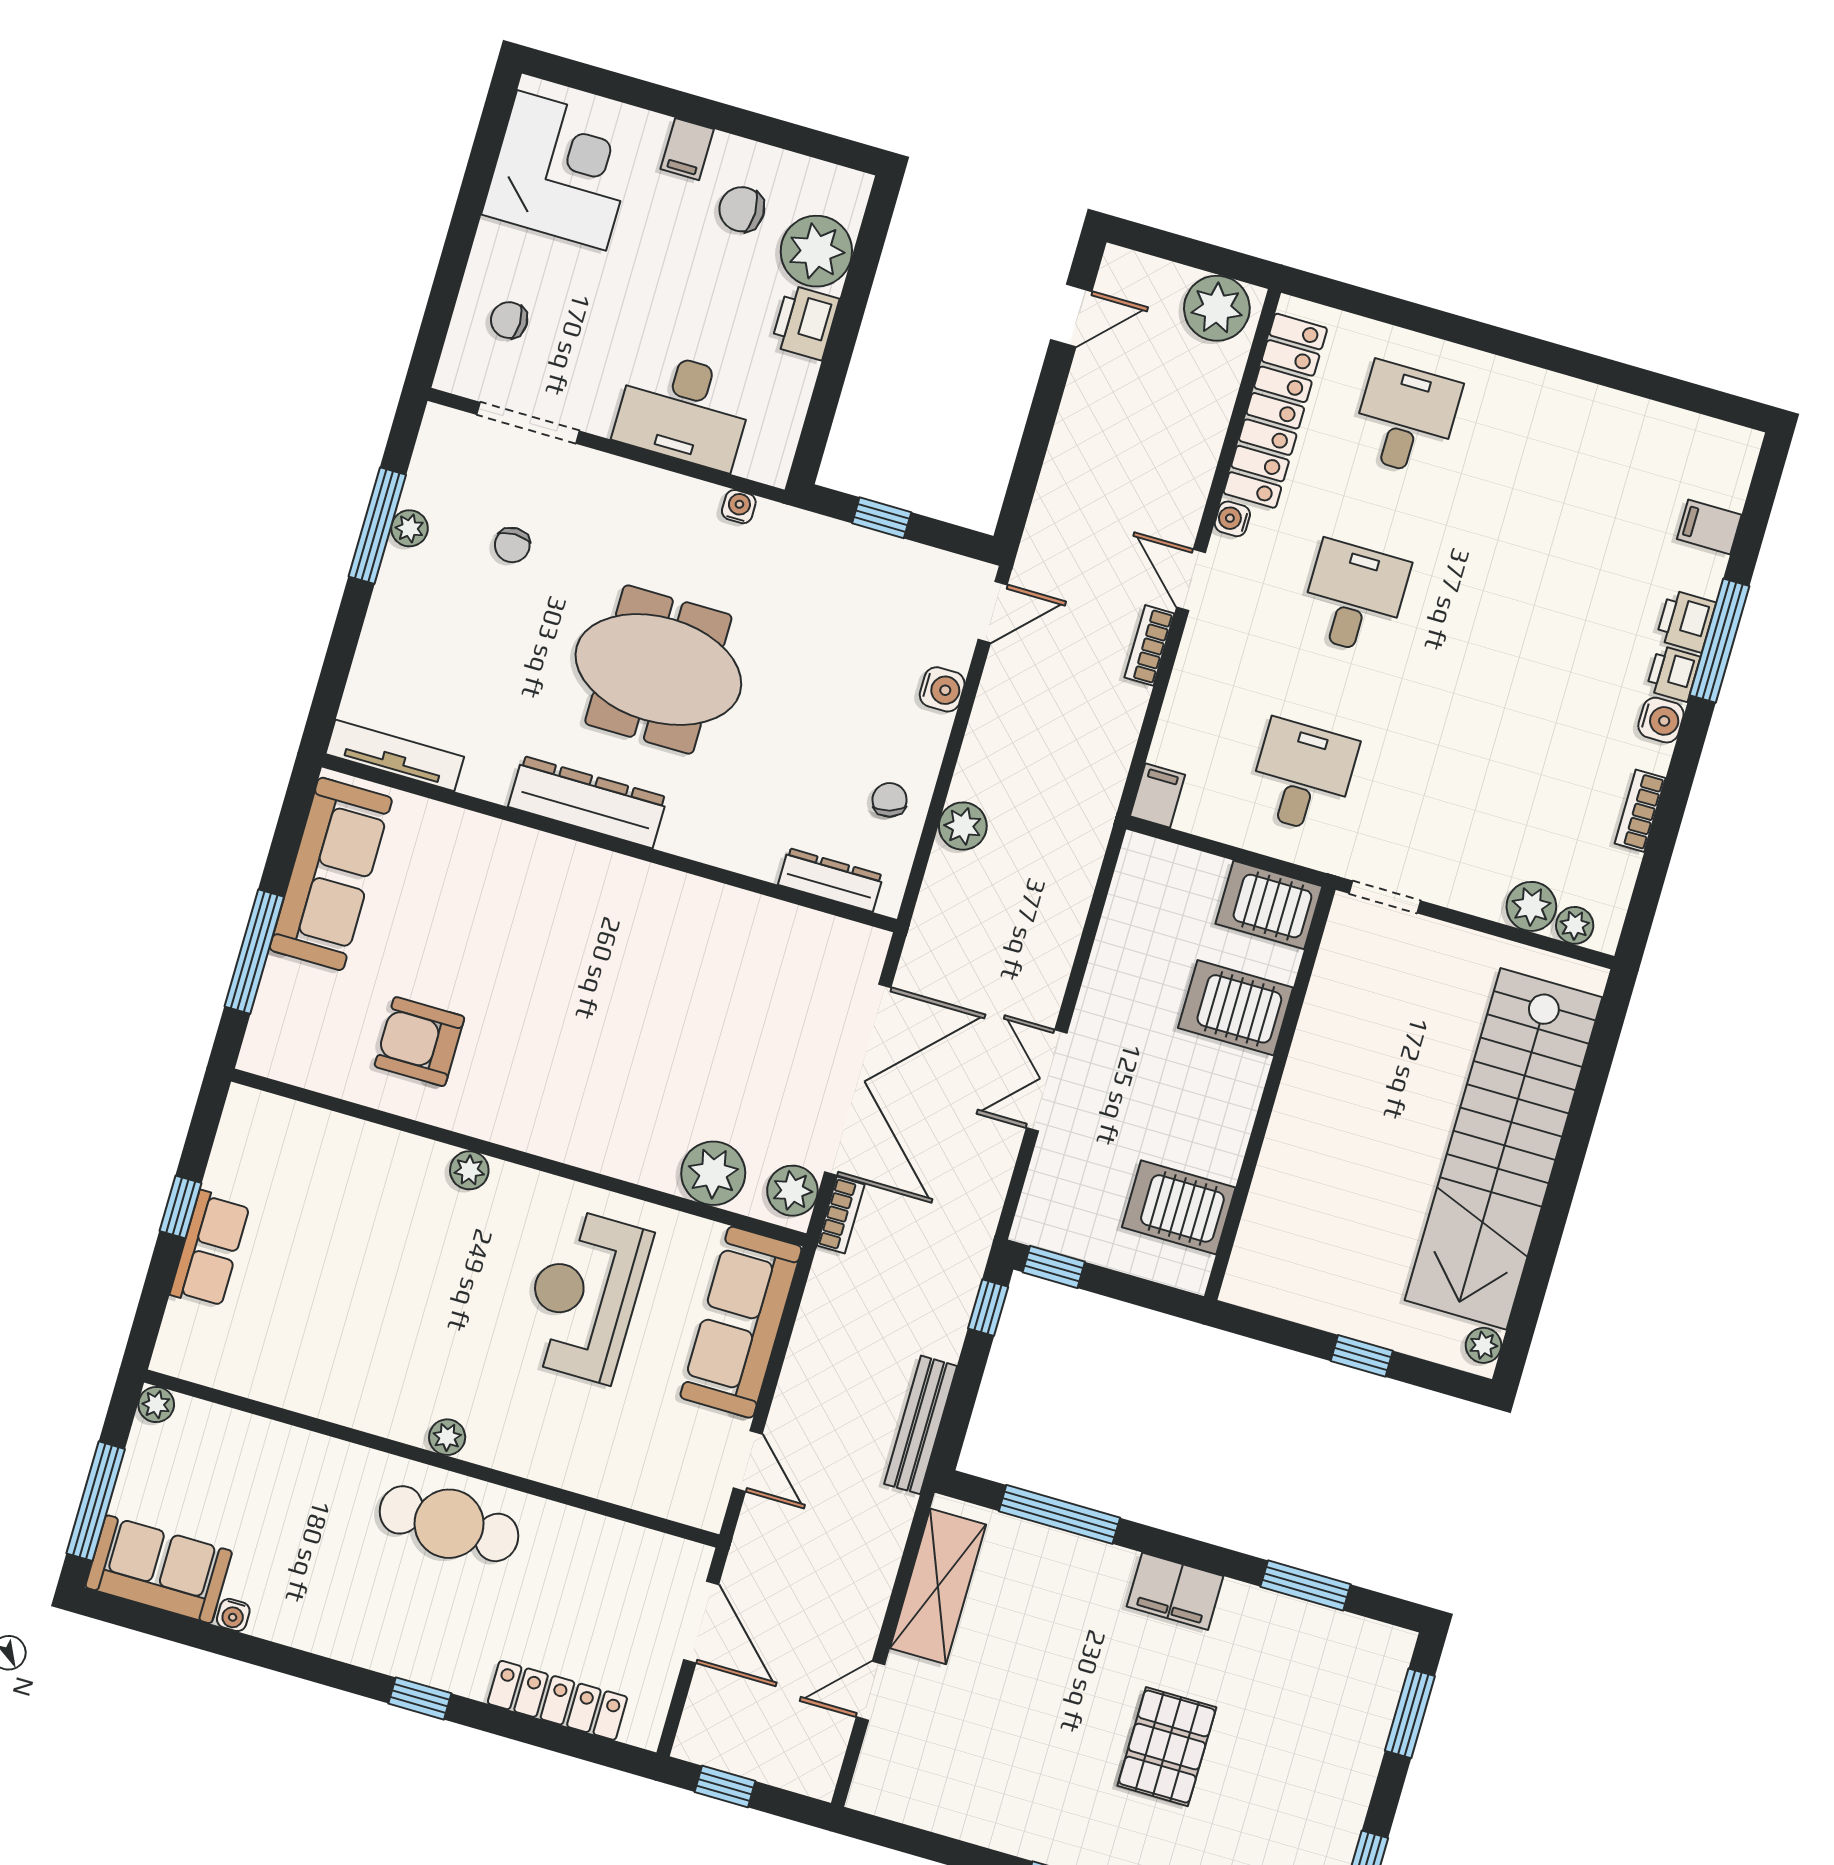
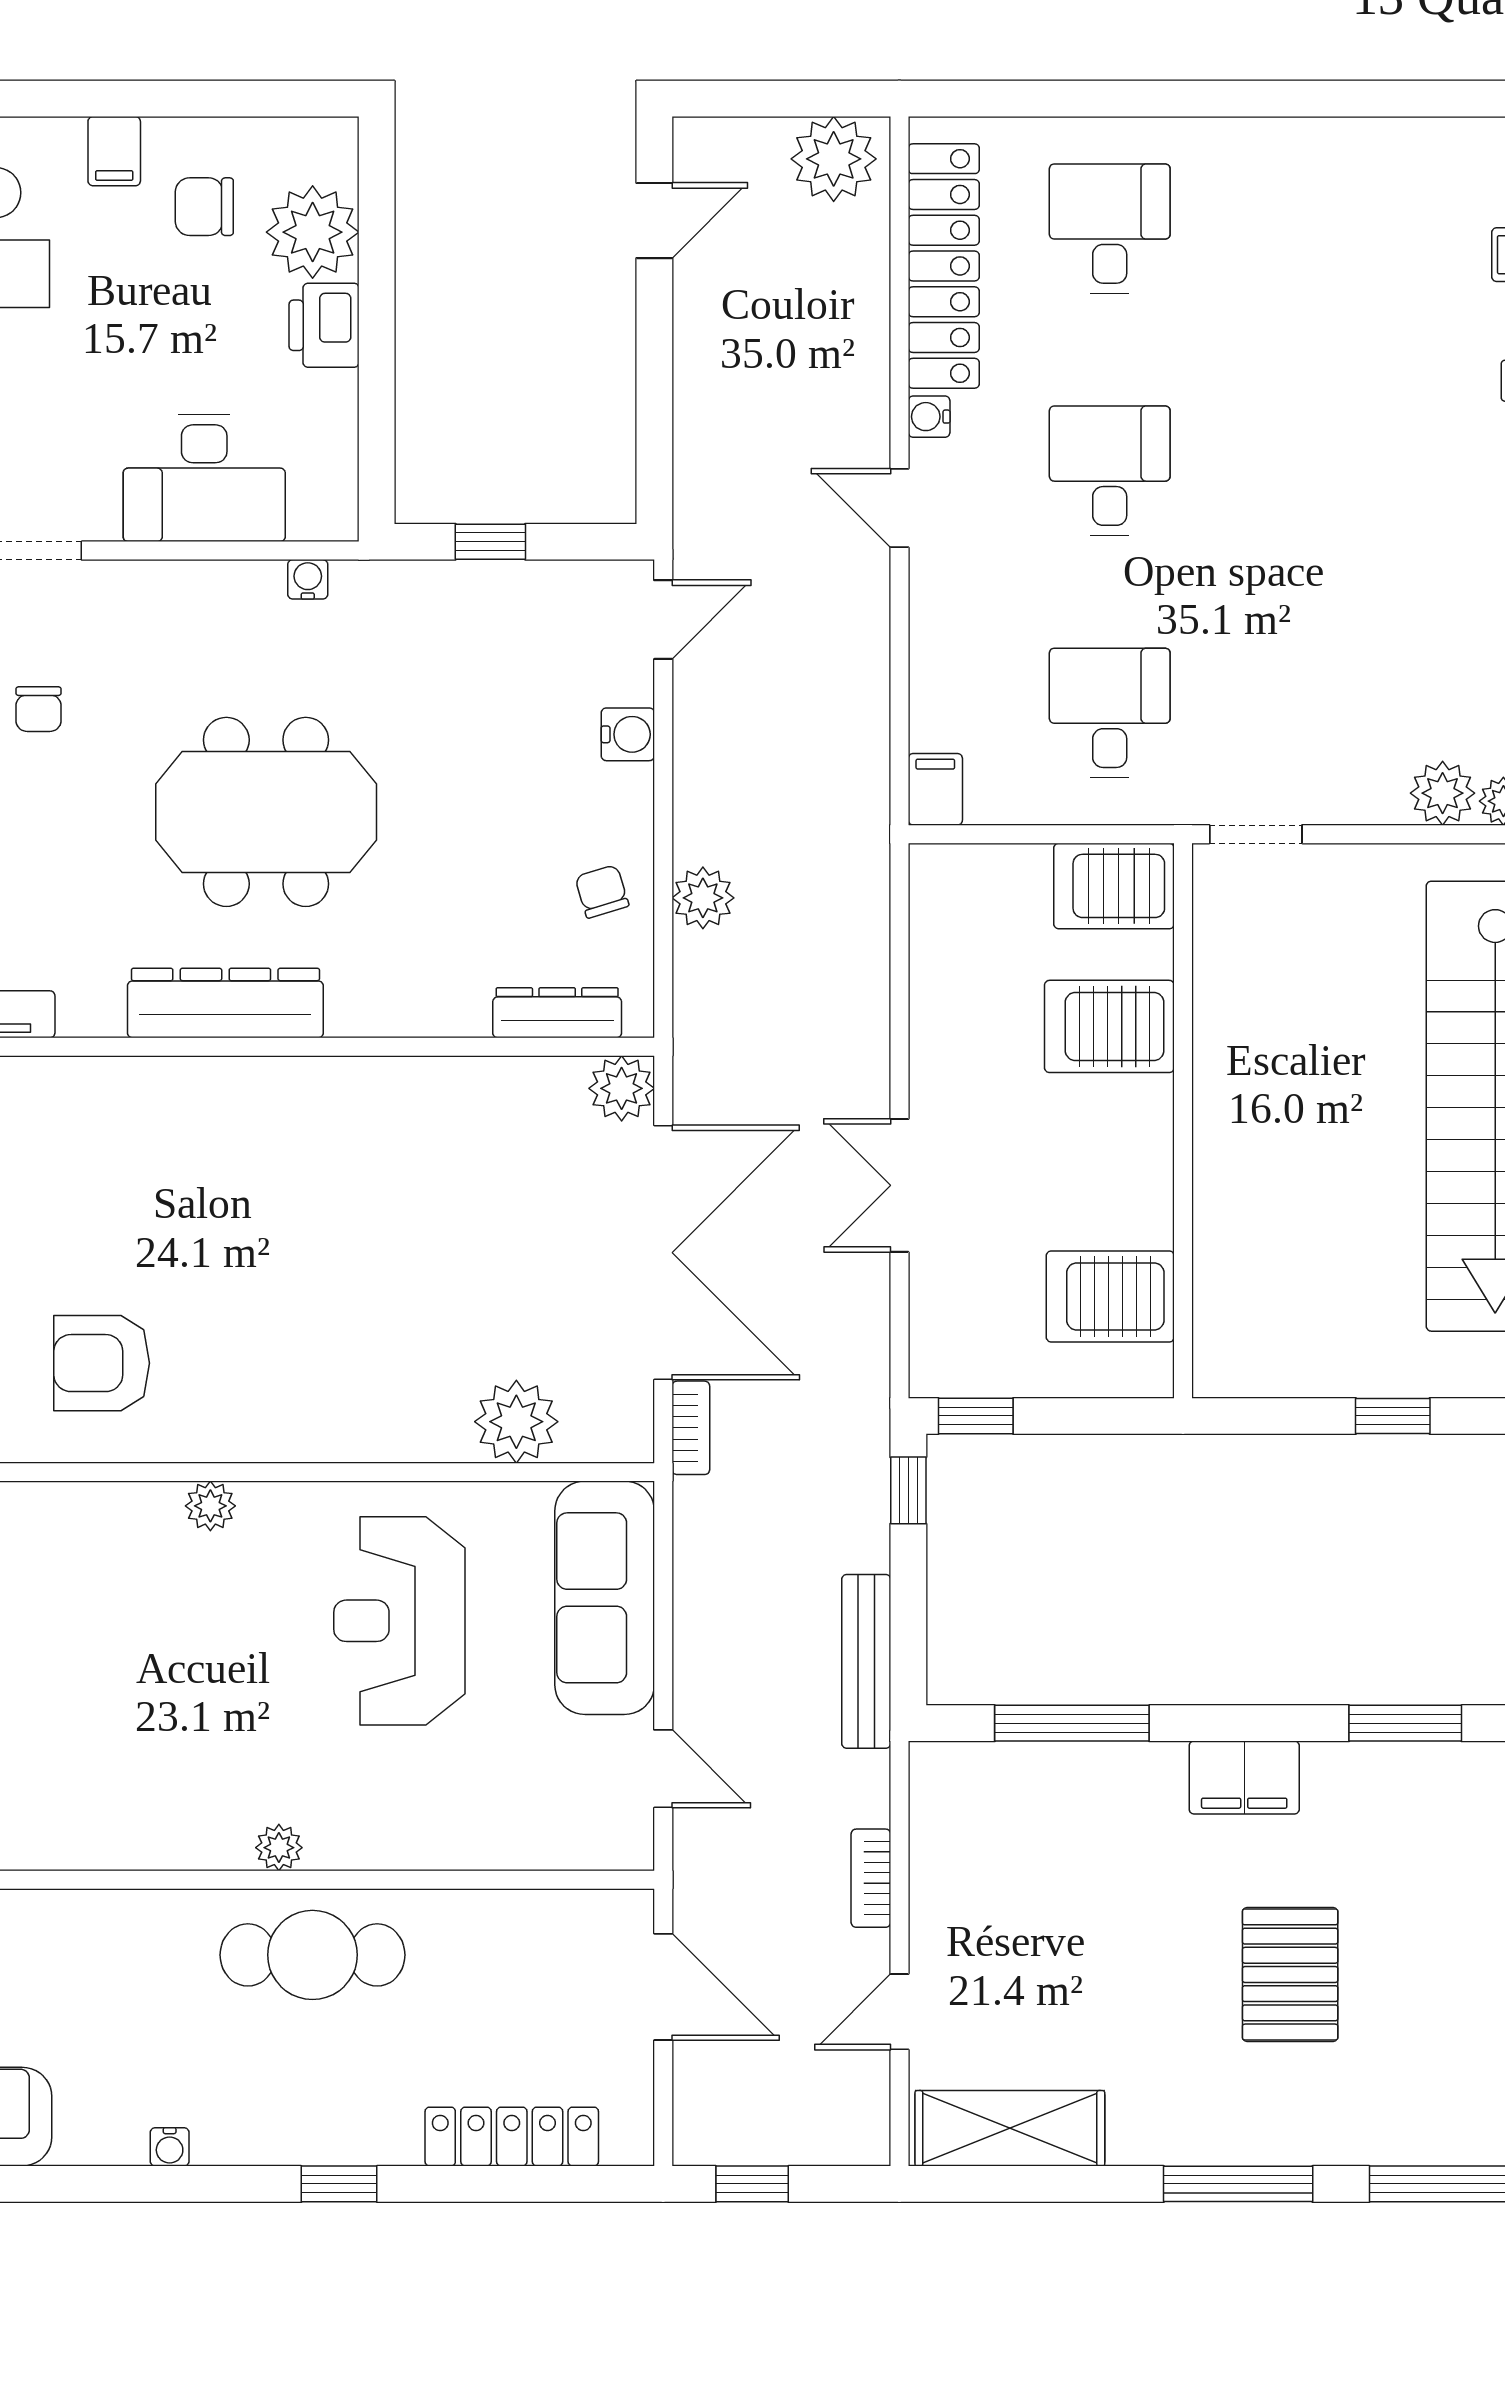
bookcase: (1149, 645) -> (871, 1878), moved
plant: (792, 1191) -> (622, 1088), moved
shelving: (938, 1586) -> (1010, 2128), moved, turned 90
water cooler: (233, 1615) -> (170, 2147), moved

